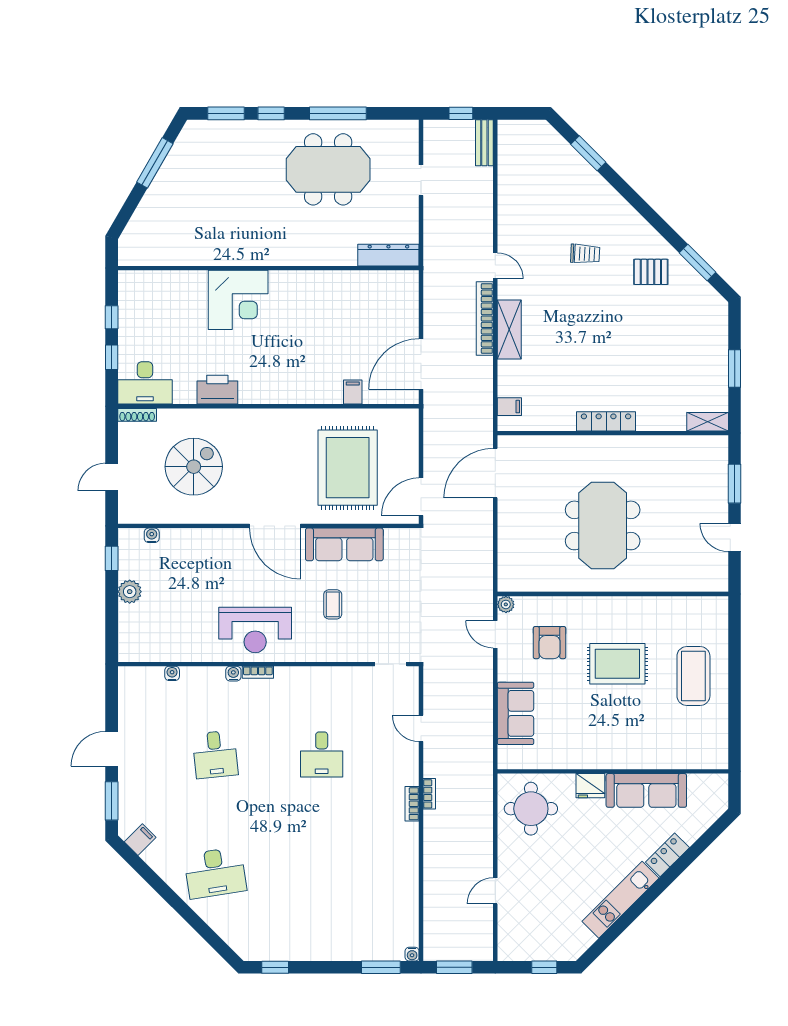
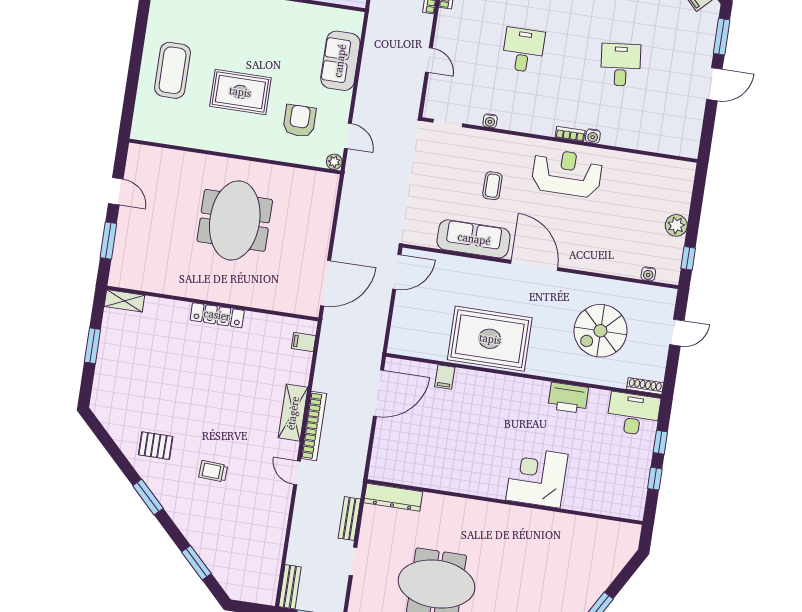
bench: (432, 225) -> (349, 519), added
window: (698, 263) -> (148, 497), moved
rug: (348, 468) -> (490, 339), moved, turned 90
water cooler: (172, 673) -> (490, 121), moved

